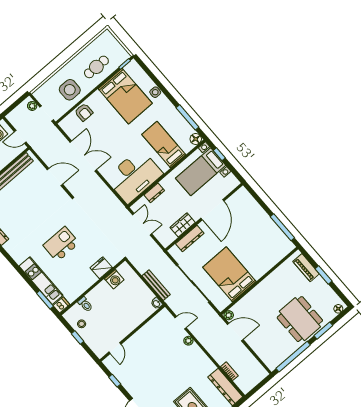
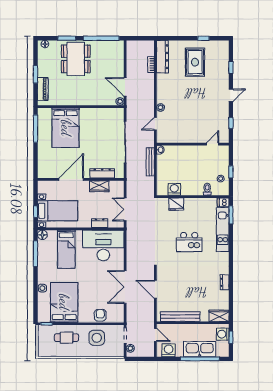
bed: (229, 274) -> (66, 128), moved
door: (181, 323) -> (155, 124), hinge flipped

